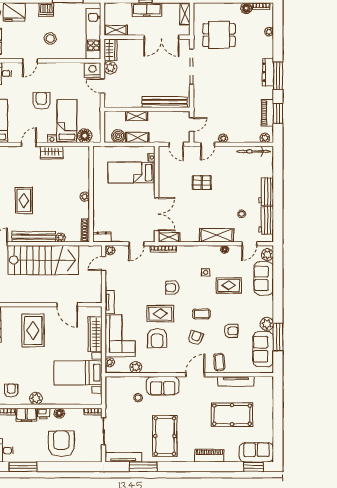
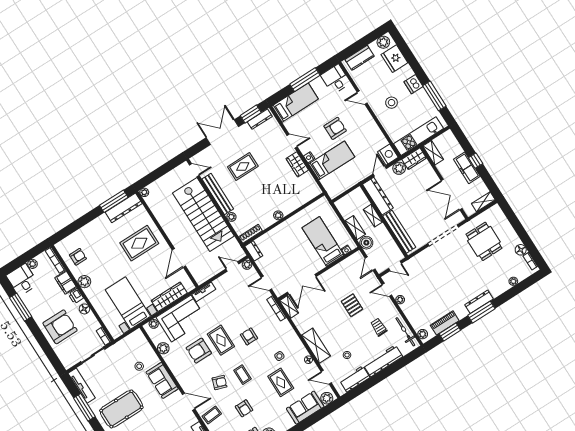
dresser: (123, 101) -> (378, 196), added
floor lamp: (85, 136) -> (329, 183), removed
boiler: (118, 136) -> (366, 243), moved
trolley: (235, 172) -> (379, 327), added
workbench: (266, 192) -> (383, 361), width x1.38

